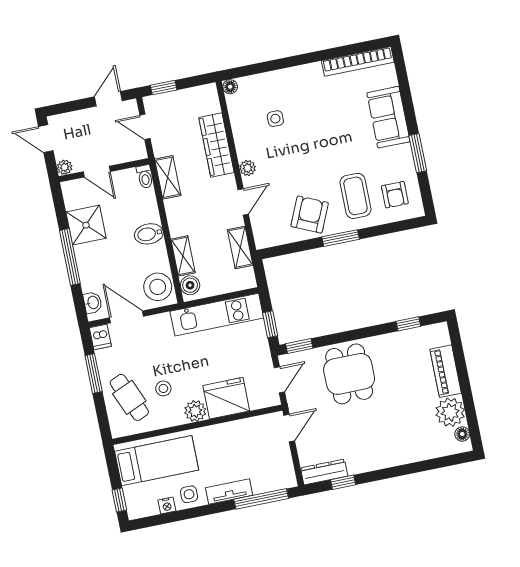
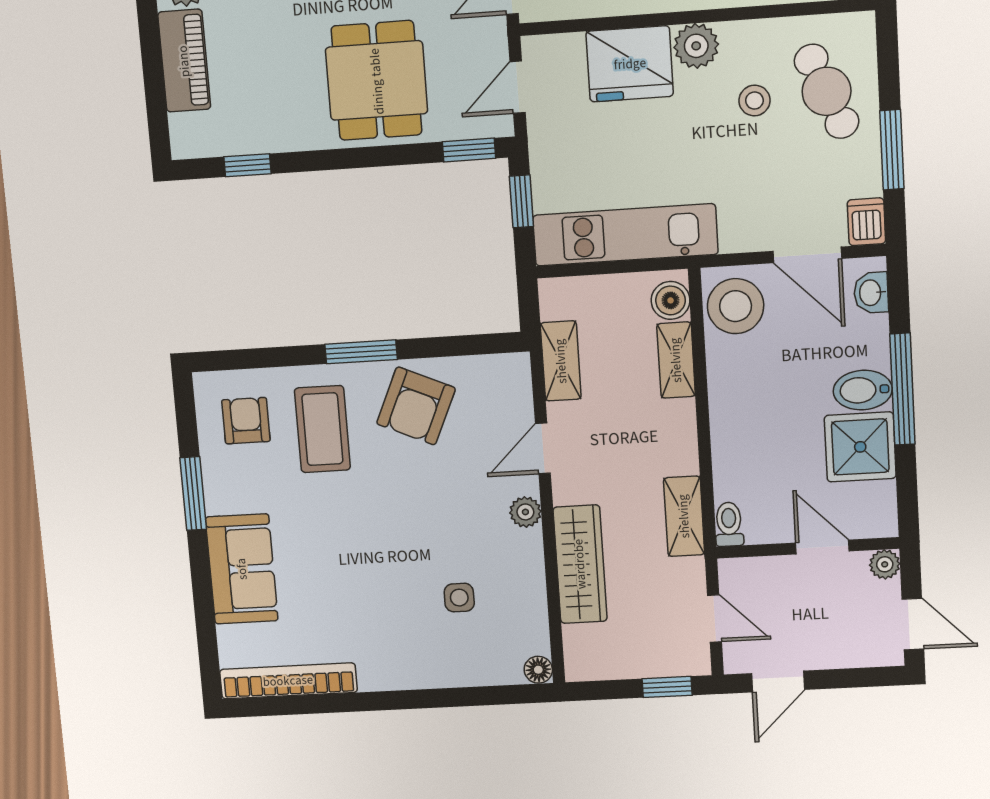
bidet: (149, 234) -> (863, 390), moved, turned 180

